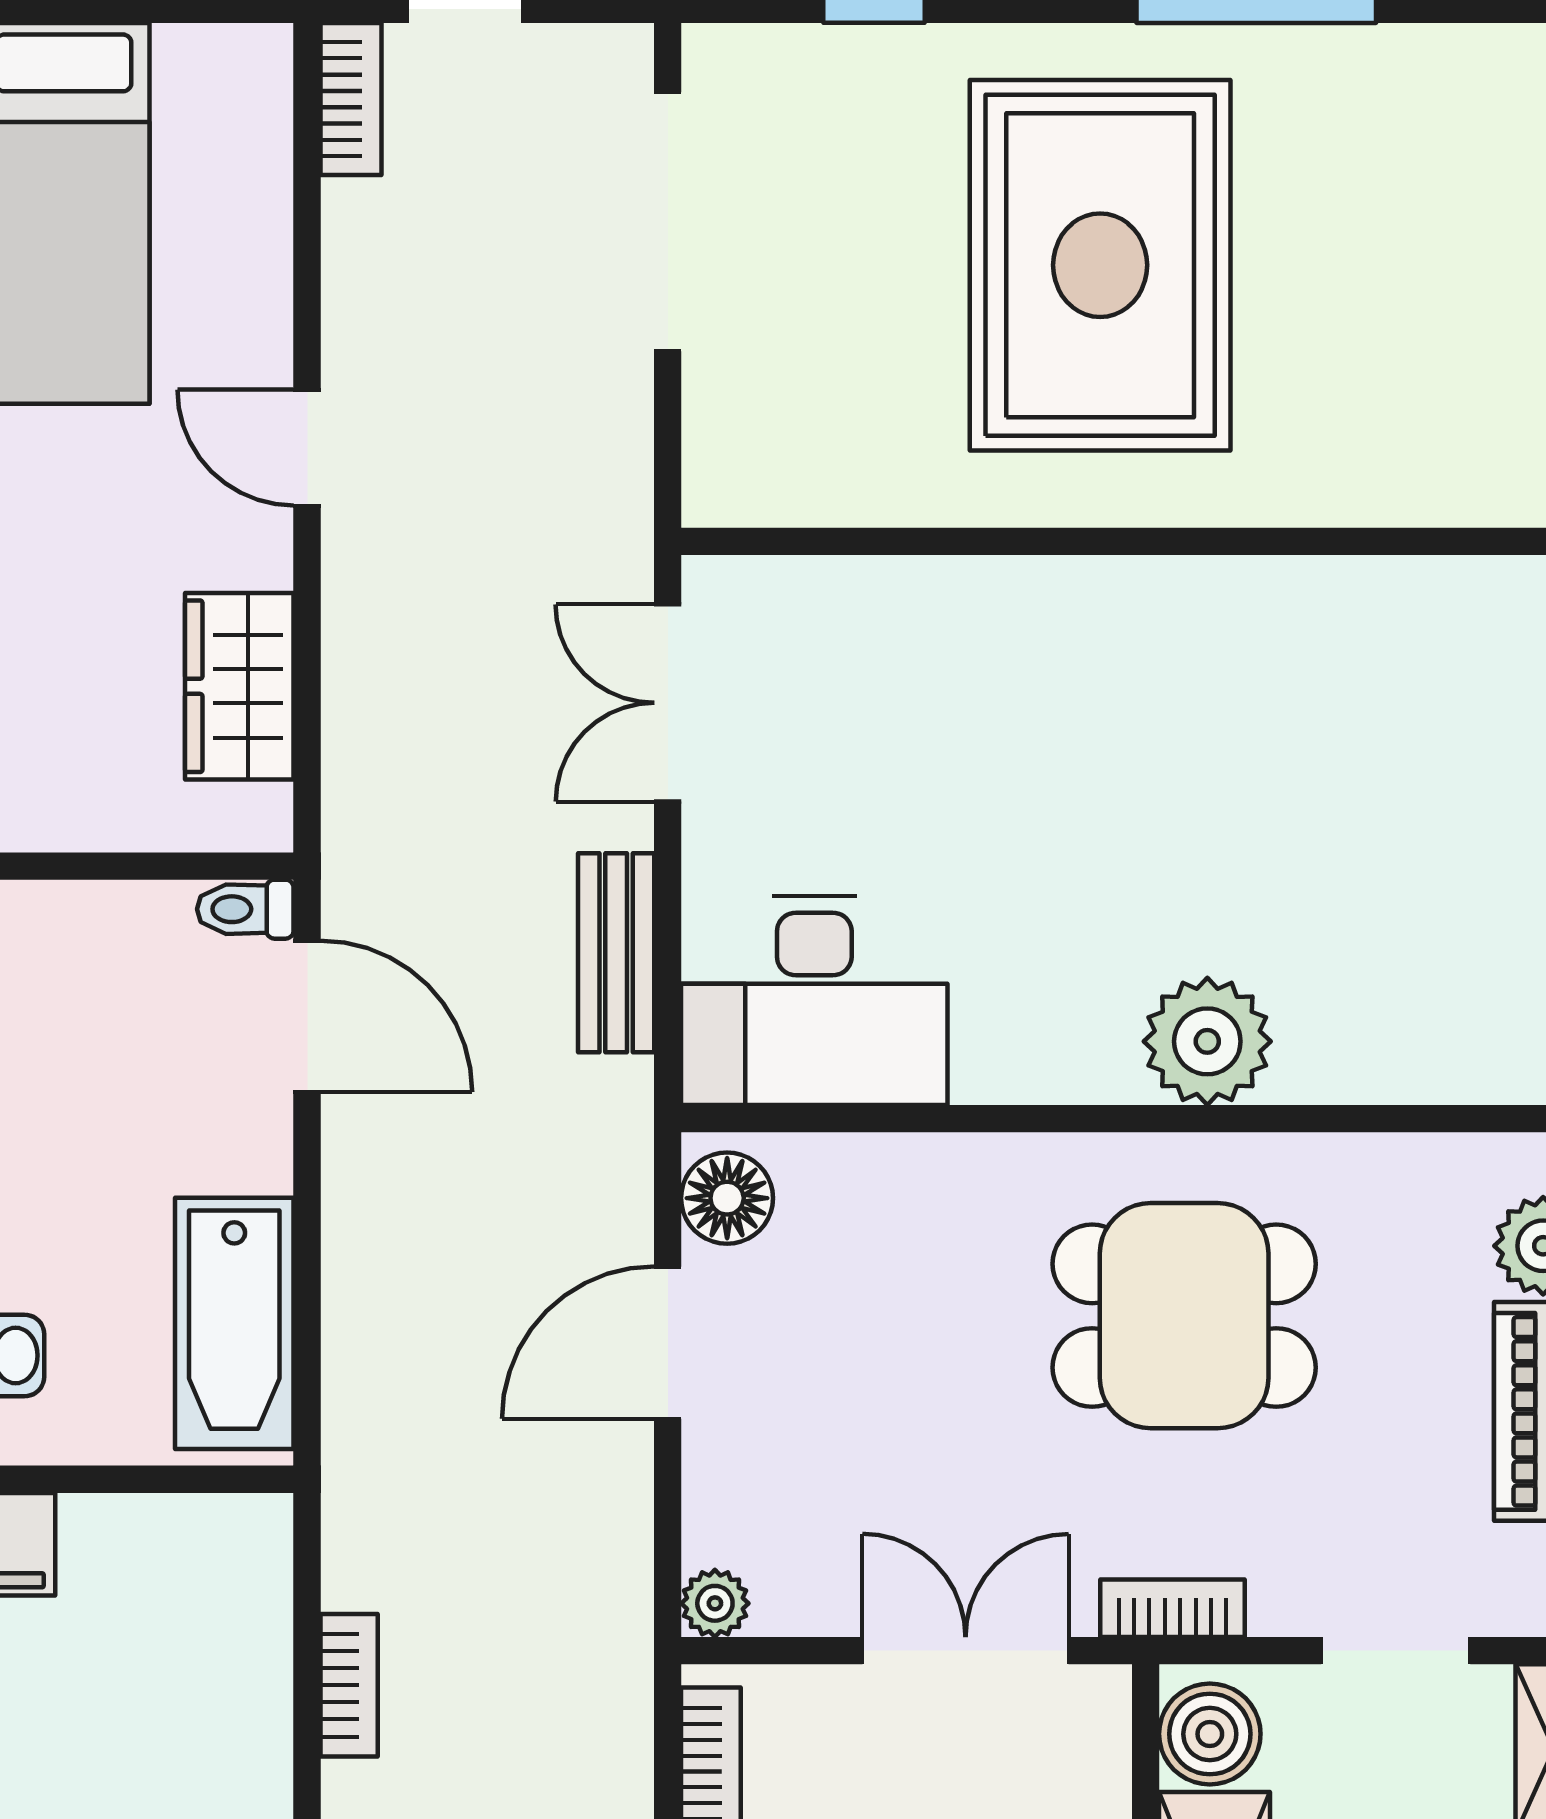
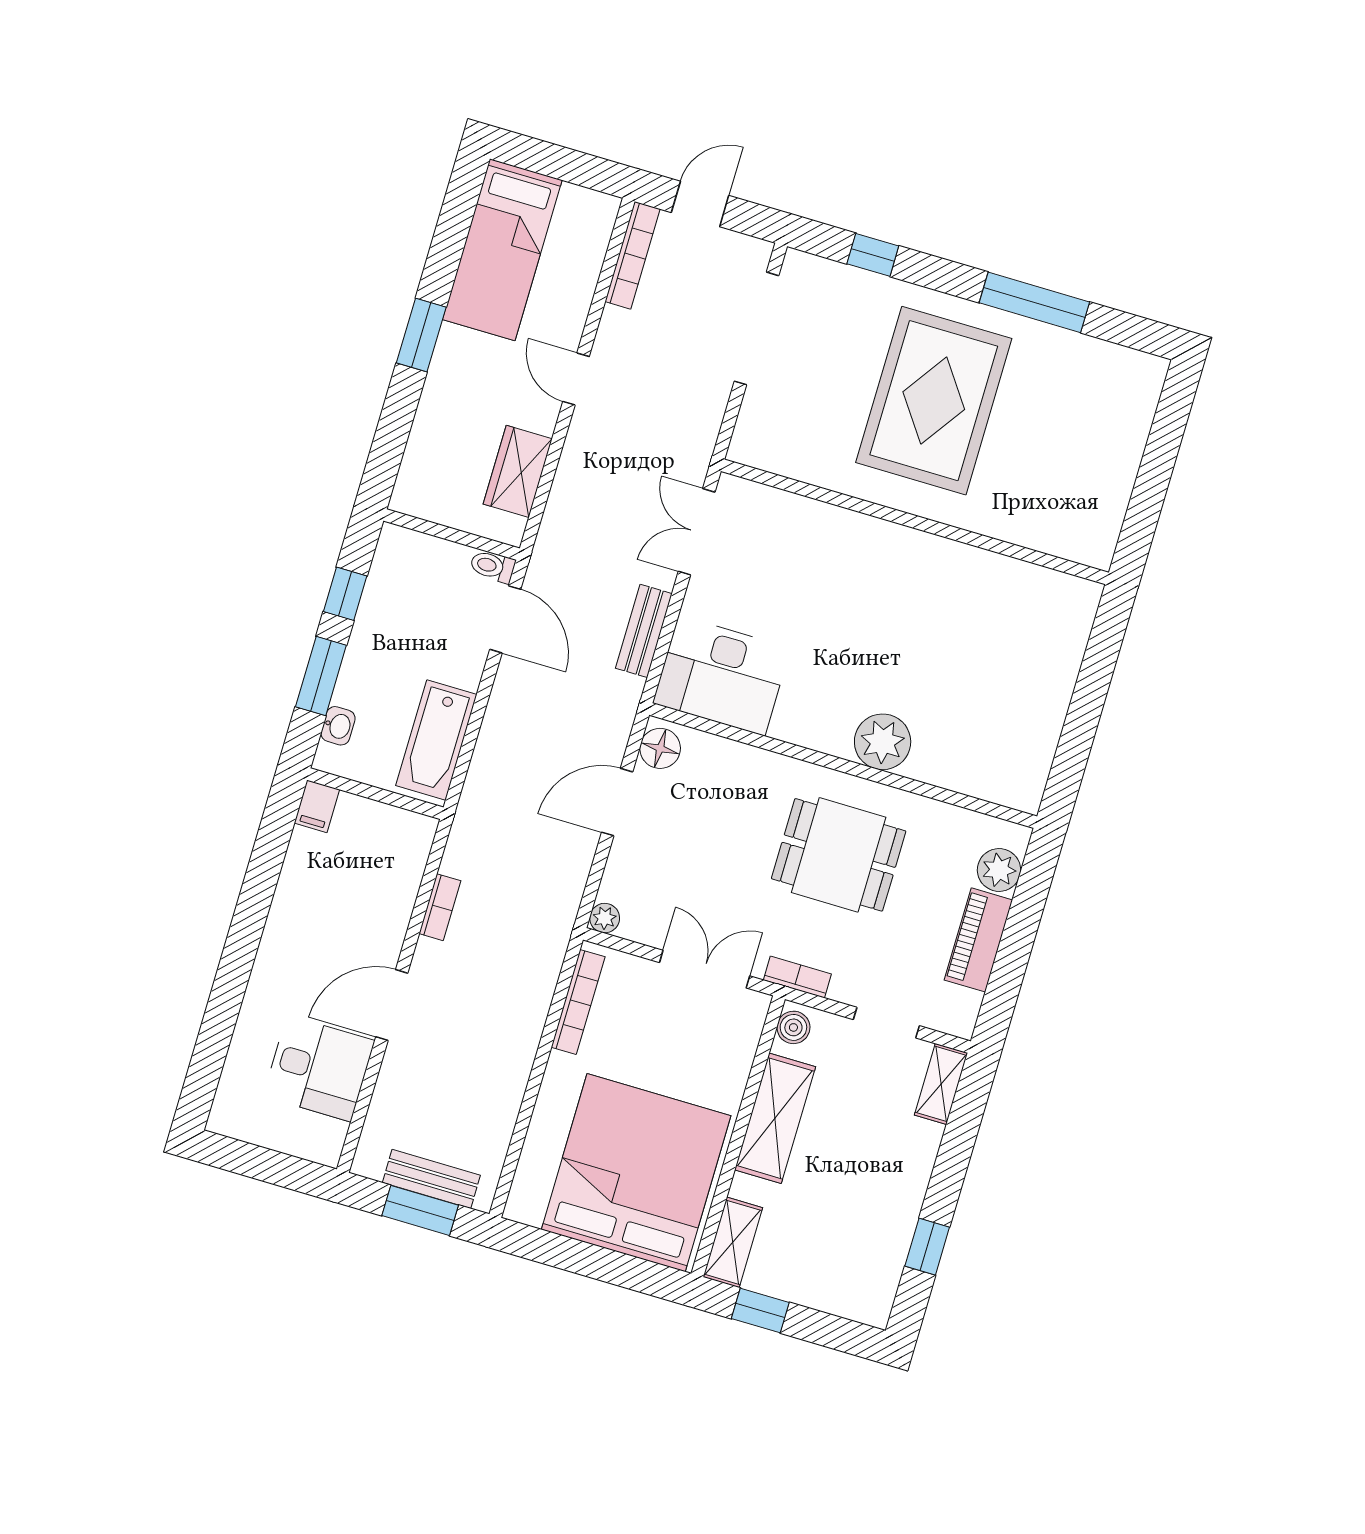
bookcase: (351, 99) -> (633, 255), width x1.56
boiler: (1210, 1734) -> (793, 1027), width x0.73, depth x0.73

